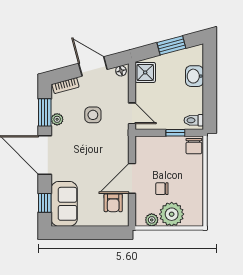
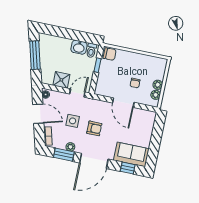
window: (171, 45) -> (35, 55), width x1.44
door: (93, 66) -> (38, 114), swing flipped
shower: (145, 72) -> (61, 80), moved
washbasin: (194, 76) -> (79, 47), moved
armchair: (113, 203) -> (94, 128), moved
plant: (172, 214) -> (158, 85), width x0.53, depth x0.53

